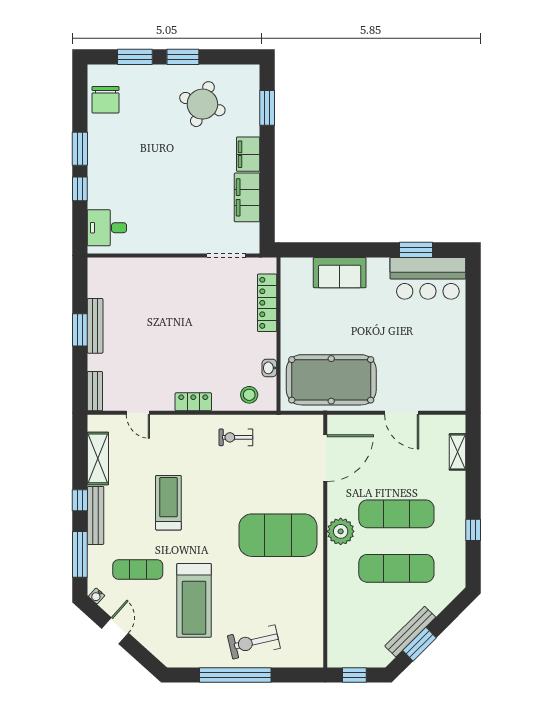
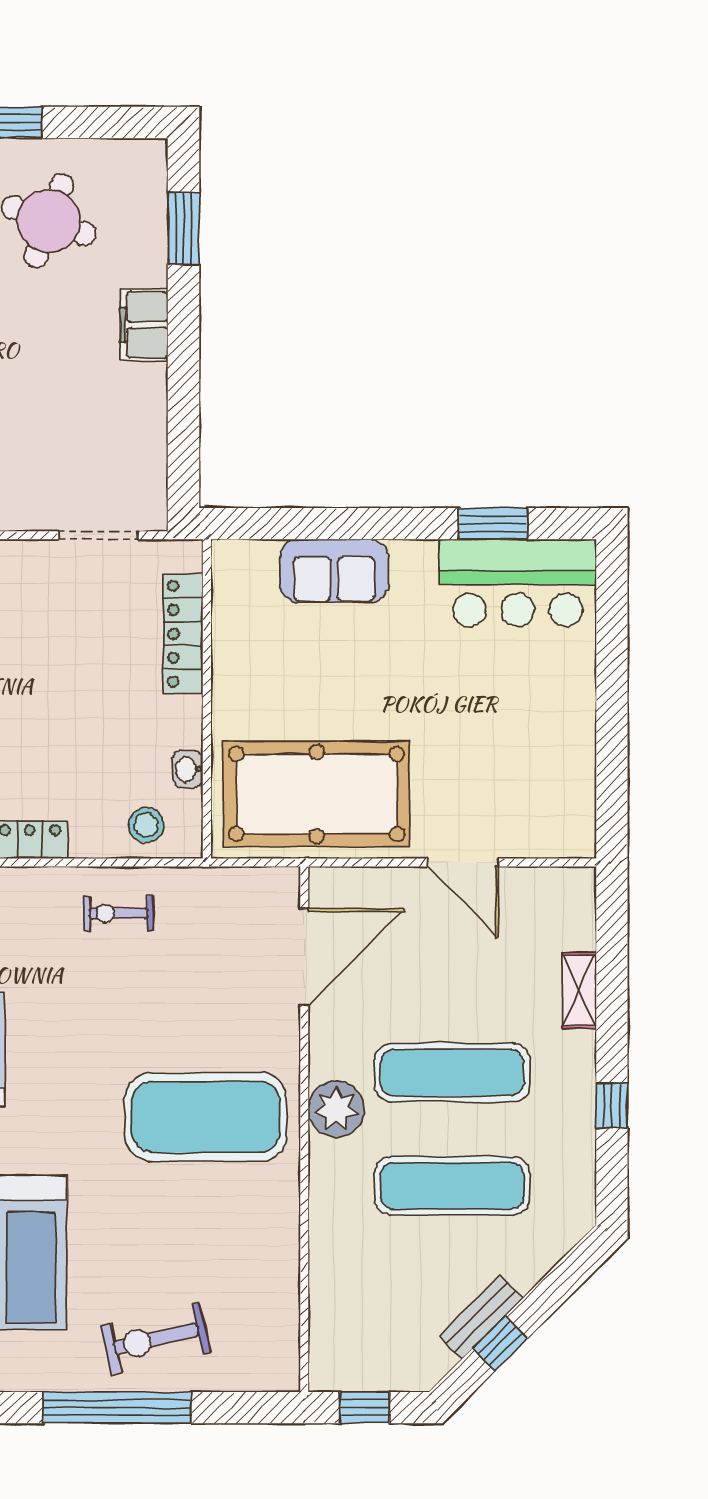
filing cabinet: (247, 197) -> (142, 415), removed
shelving: (458, 452) -> (579, 990), moved
bench: (410, 632) -> (481, 1317), width x0.73
window: (419, 644) -> (500, 1343), width x0.67

